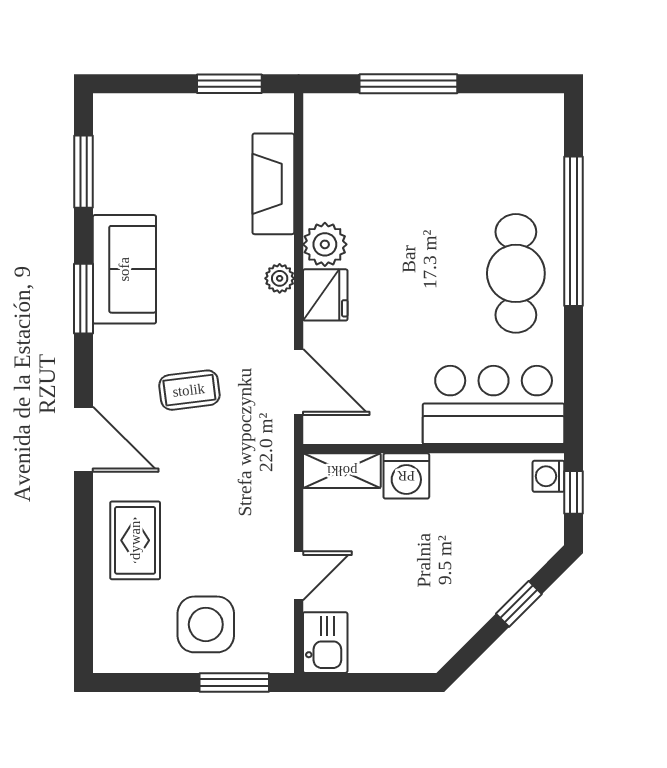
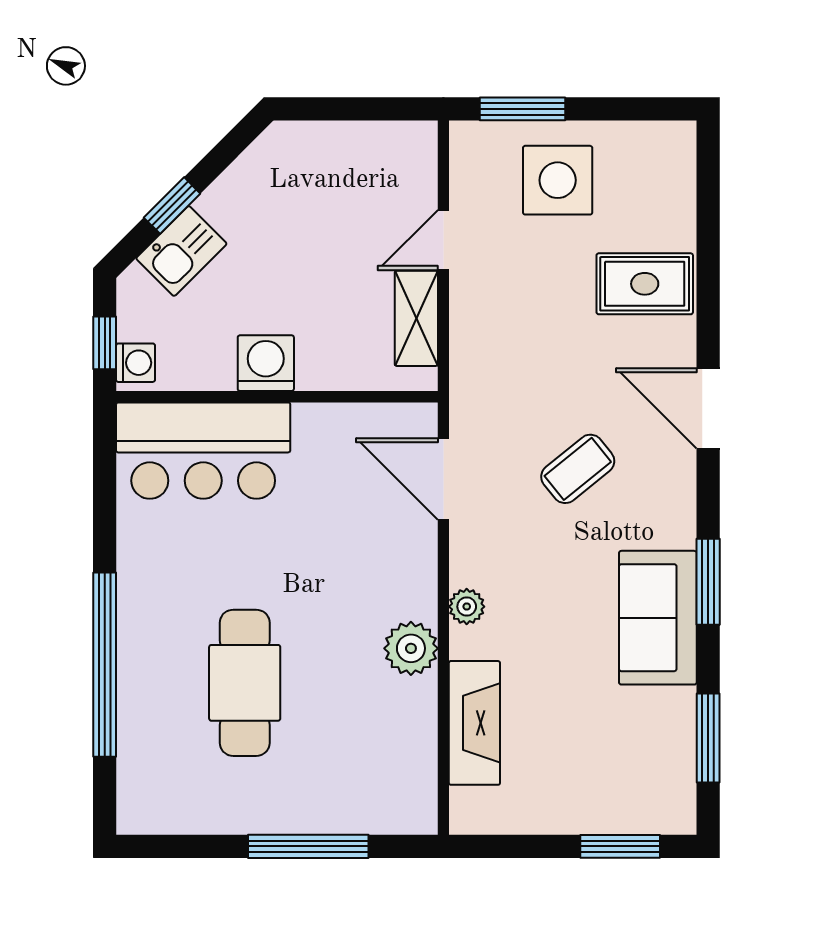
window: (229, 84) -> (620, 846), moved
cafe table: (516, 273) -> (245, 683), moved
fridge: (325, 295) -> (410, 586), removed
coffee table: (189, 390) -> (578, 469), turned -32
shelving: (342, 471) -> (416, 318), moved, turned 90
washing machine: (406, 476) -> (266, 363), moved
rug: (135, 540) -> (645, 284), turned 90
kitchen sink: (325, 643) -> (181, 251), moved, turned -135

